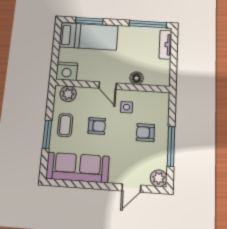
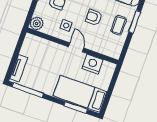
nightstand: (67, 71) -> (92, 64), moved
floor lamp: (136, 78) -> (51, 47), removed
plant: (68, 94) -> (37, 24), moved

